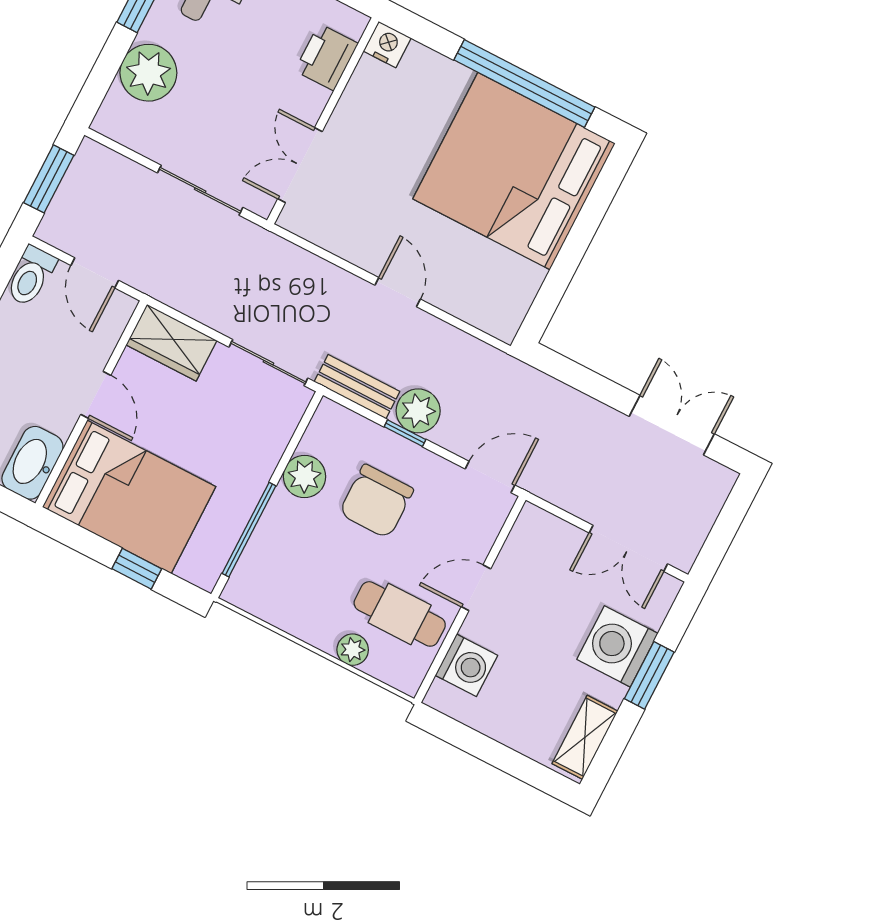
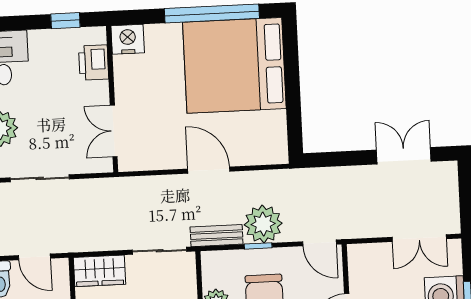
nightstand: (387, 45) -> (128, 39), width x1.36, depth x1.33
sliding door: (200, 190) -> (40, 178), moved
door: (398, 292) -> (209, 170), width x1.37
plant: (418, 411) -> (263, 224), width x1.36, depth x1.36
door: (490, 477) -> (320, 243), swing flipped

